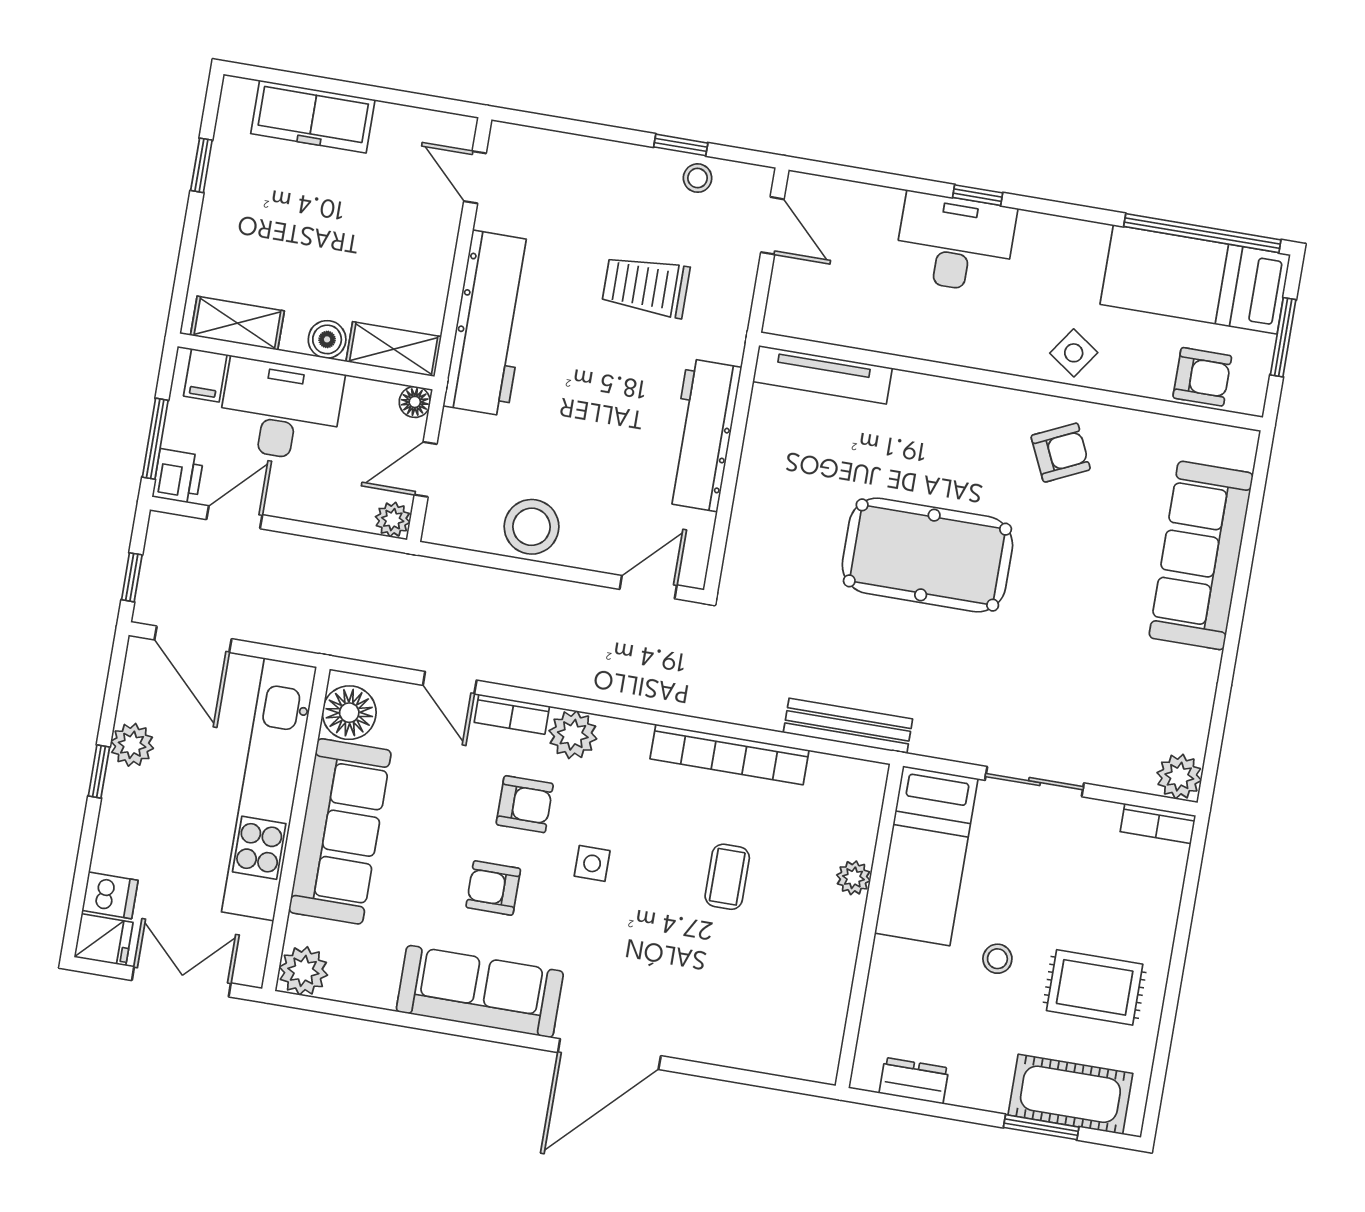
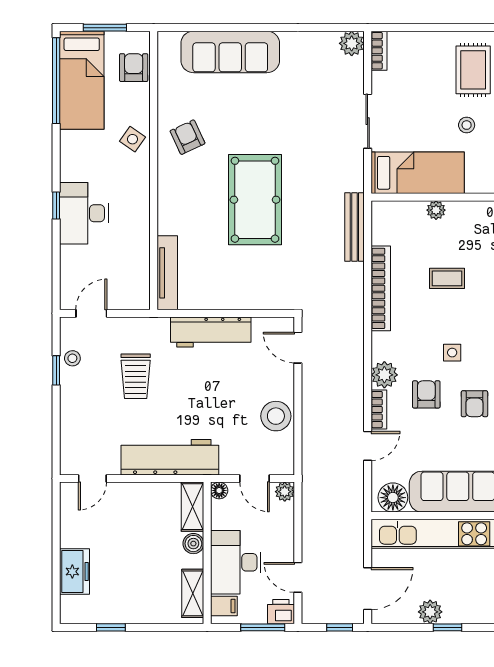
freezer: (313, 117) -> (74, 572), width x0.71

